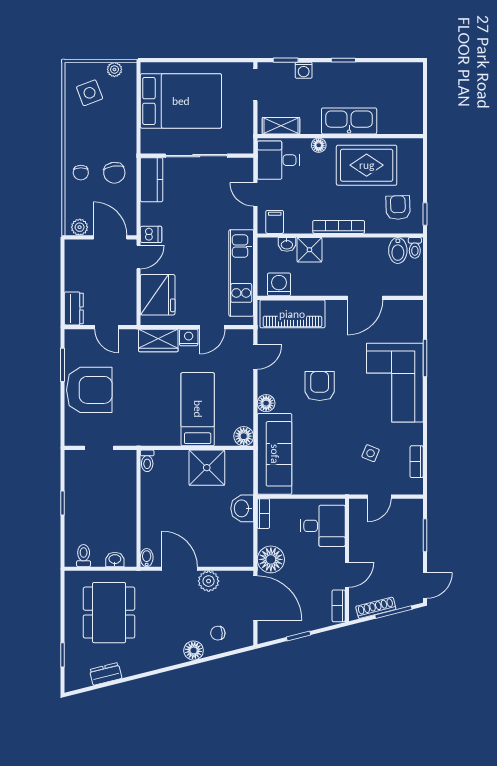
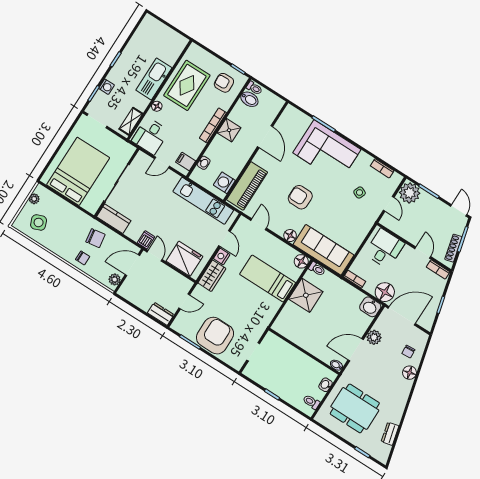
shower: (309, 250) -> (229, 130), moved
toilet: (147, 461) -> (317, 269), moved
washbasin: (242, 508) -> (370, 307), moved
plant: (408, 513) -> (410, 193), added

